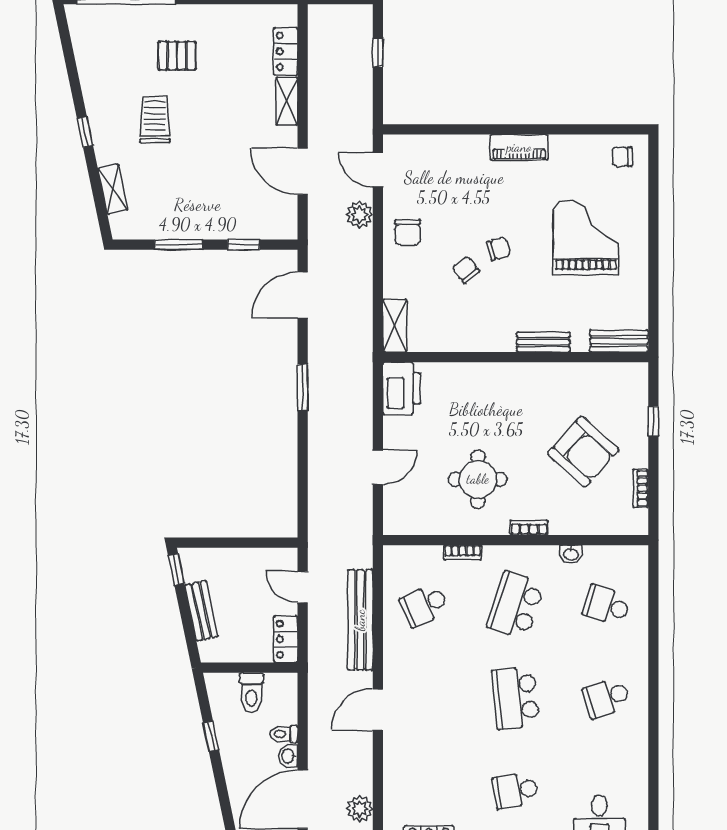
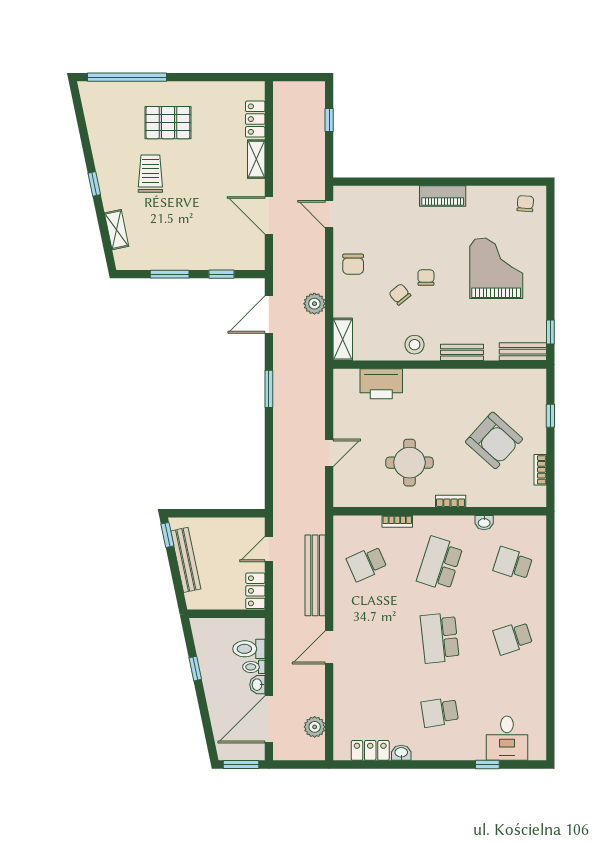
pallet: (177, 56) -> (168, 123), width x1.50, depth x1.42
chair: (622, 157) -> (525, 204), turned 94
plant: (359, 214) -> (314, 304), moved
chair: (498, 249) -> (426, 277), turned -74
window: (653, 317) -> (550, 332), added
stool: (484, 332) -> (415, 345), added
printer: (402, 388) -> (381, 384), moved, turned 90
door: (303, 587) -> (269, 549), hinge flipped
bench: (201, 611) -> (186, 560), width x1.36
toilet: (251, 693) -> (249, 649), moved, turned 90

